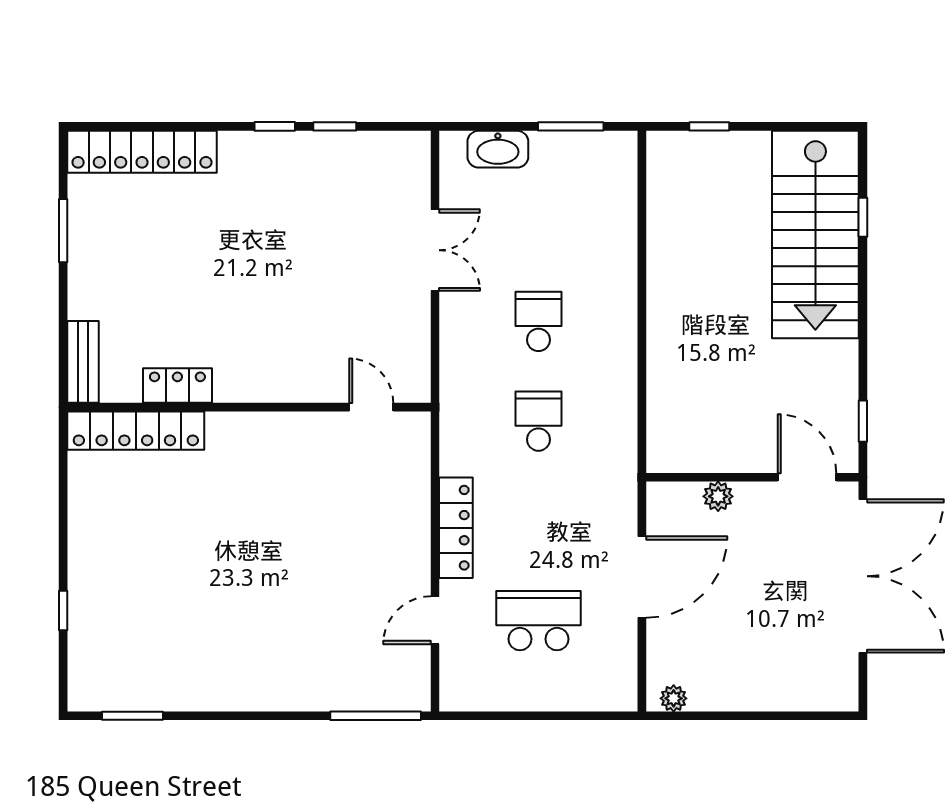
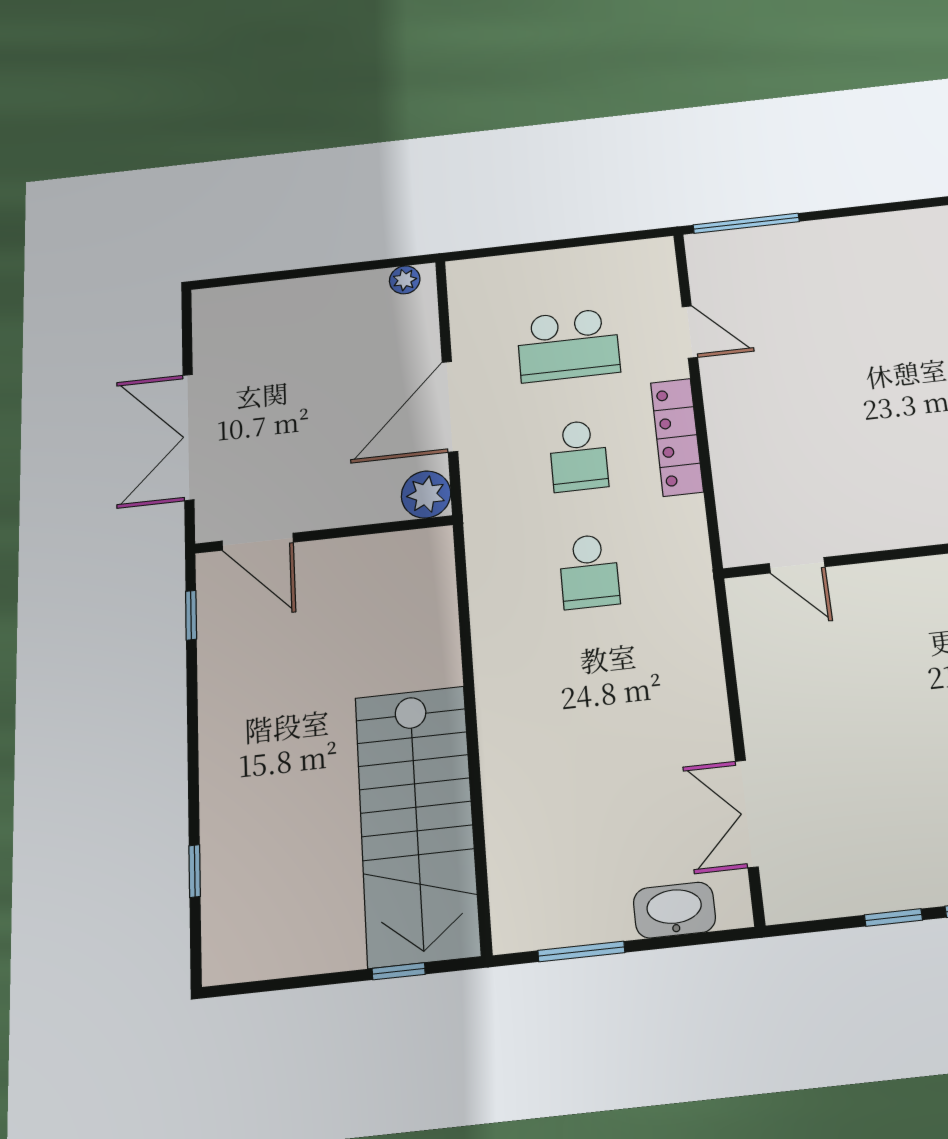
stairs: (815, 234) -> (417, 824), moved, turned 180
double door: (435, 250) -> (747, 814), moved
school desk: (538, 321) -> (578, 456), moved
plant: (718, 496) -> (426, 494), moved, width x1.38, depth x1.38
double door: (863, 576) -> (189, 437), width x0.73
door: (435, 620) -> (690, 332), hinge flipped

